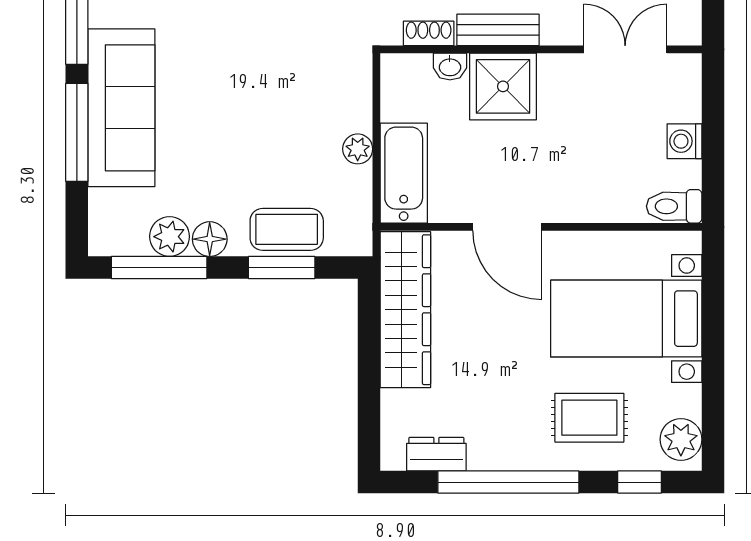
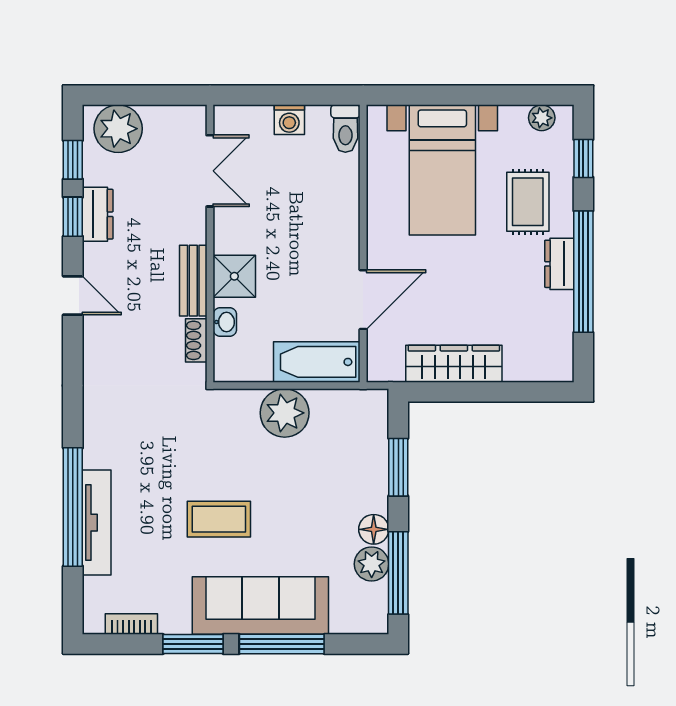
double door: (625, 49) -> (210, 171), swing flipped
shower: (503, 86) -> (234, 276), width x0.73, depth x0.73
plant: (358, 149) -> (285, 413), width x1.87, depth x1.87
door: (507, 227) -> (363, 300), moved
coffee table: (287, 229) -> (219, 519), moved, turned 90
wardrobe: (405, 310) -> (454, 364), width x0.71, depth x0.85
plant: (681, 439) -> (542, 118), width x0.73, depth x0.73
dresser: (436, 454) -> (559, 264), moved

